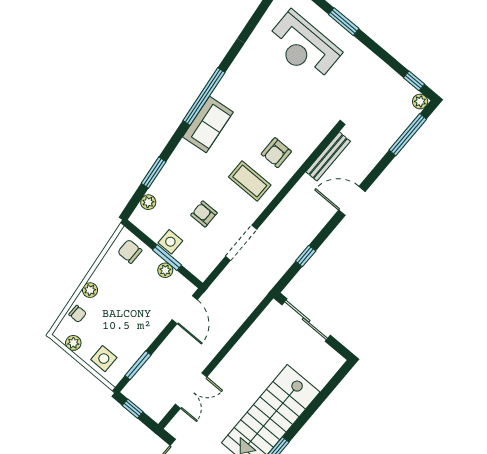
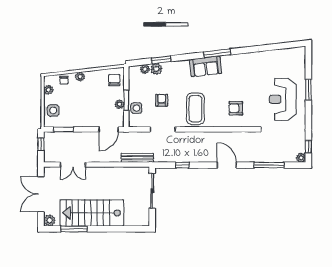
reception desk: (303, 46) -> (283, 99), moved
window: (204, 97) -> (217, 53), width x0.68
window: (408, 135) -> (269, 165), moved
armchair: (276, 153) -> (236, 108), moved
bench: (328, 156) -> (137, 158), moved
coffee table: (250, 181) -> (195, 109), width x1.36, depth x1.32
plant: (160, 188) -> (156, 69), added
side table: (170, 242) -> (136, 108), moved

